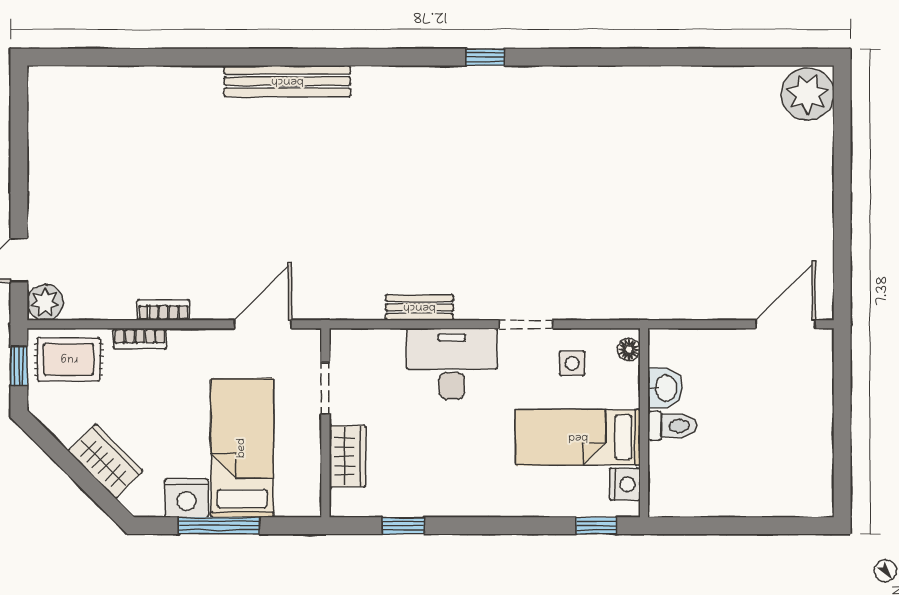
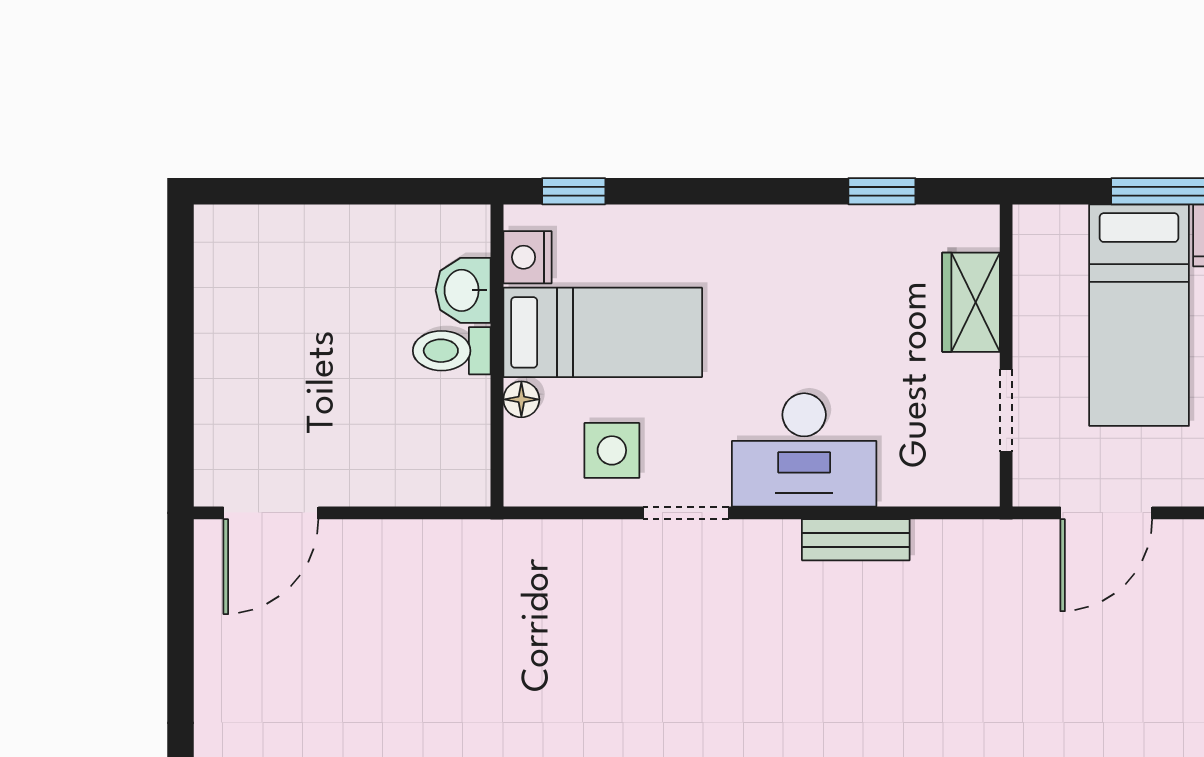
floor lamp: (629, 350) -> (521, 399), moved
side table: (572, 363) -> (612, 450), width x1.37, depth x1.37
washbasin: (665, 388) -> (463, 290), moved

